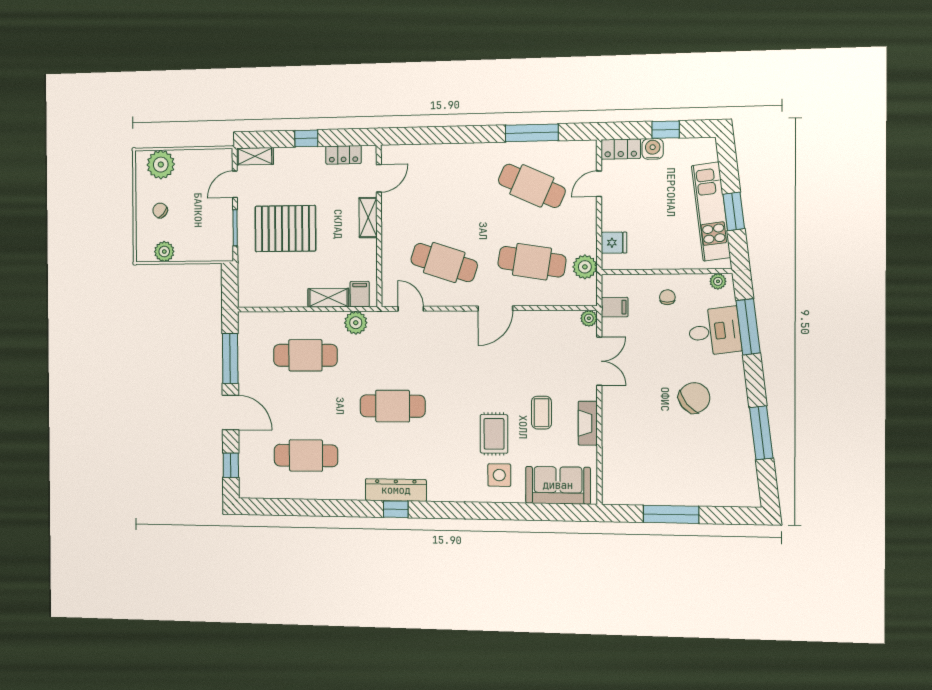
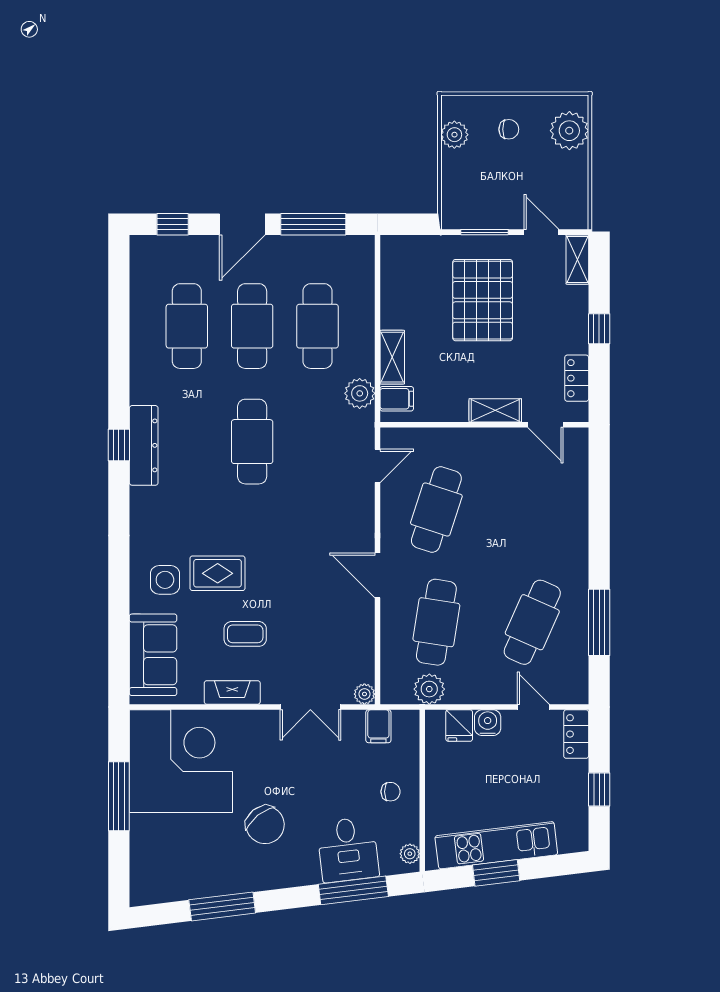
water cooler: (653, 149) -> (488, 723), moved, turned -90
chair: (160, 210) -> (509, 129), turned 49
cafe table: (306, 405) -> (252, 326), added
corner desk: (643, 465) -> (181, 761), added

